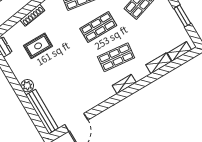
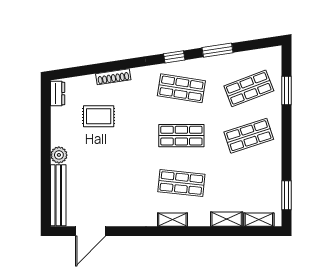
window: (182, 16) -> (287, 195), moved

